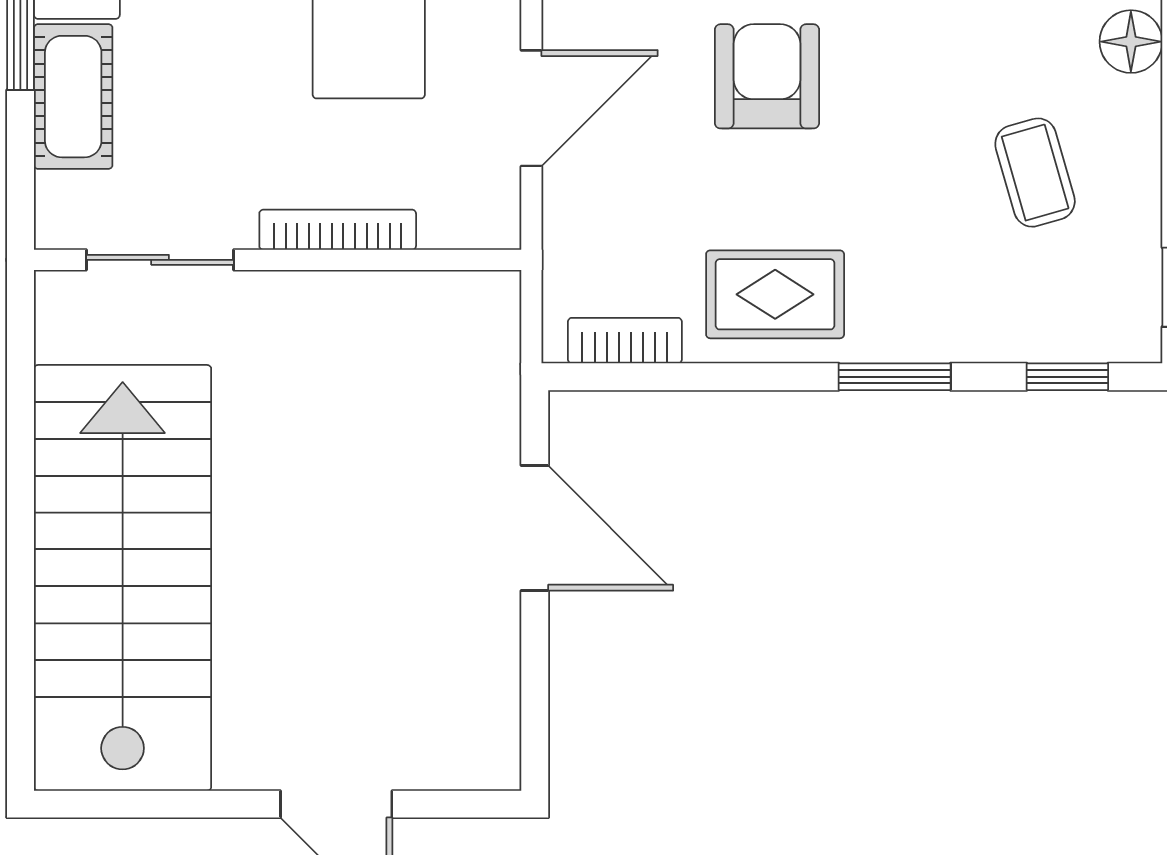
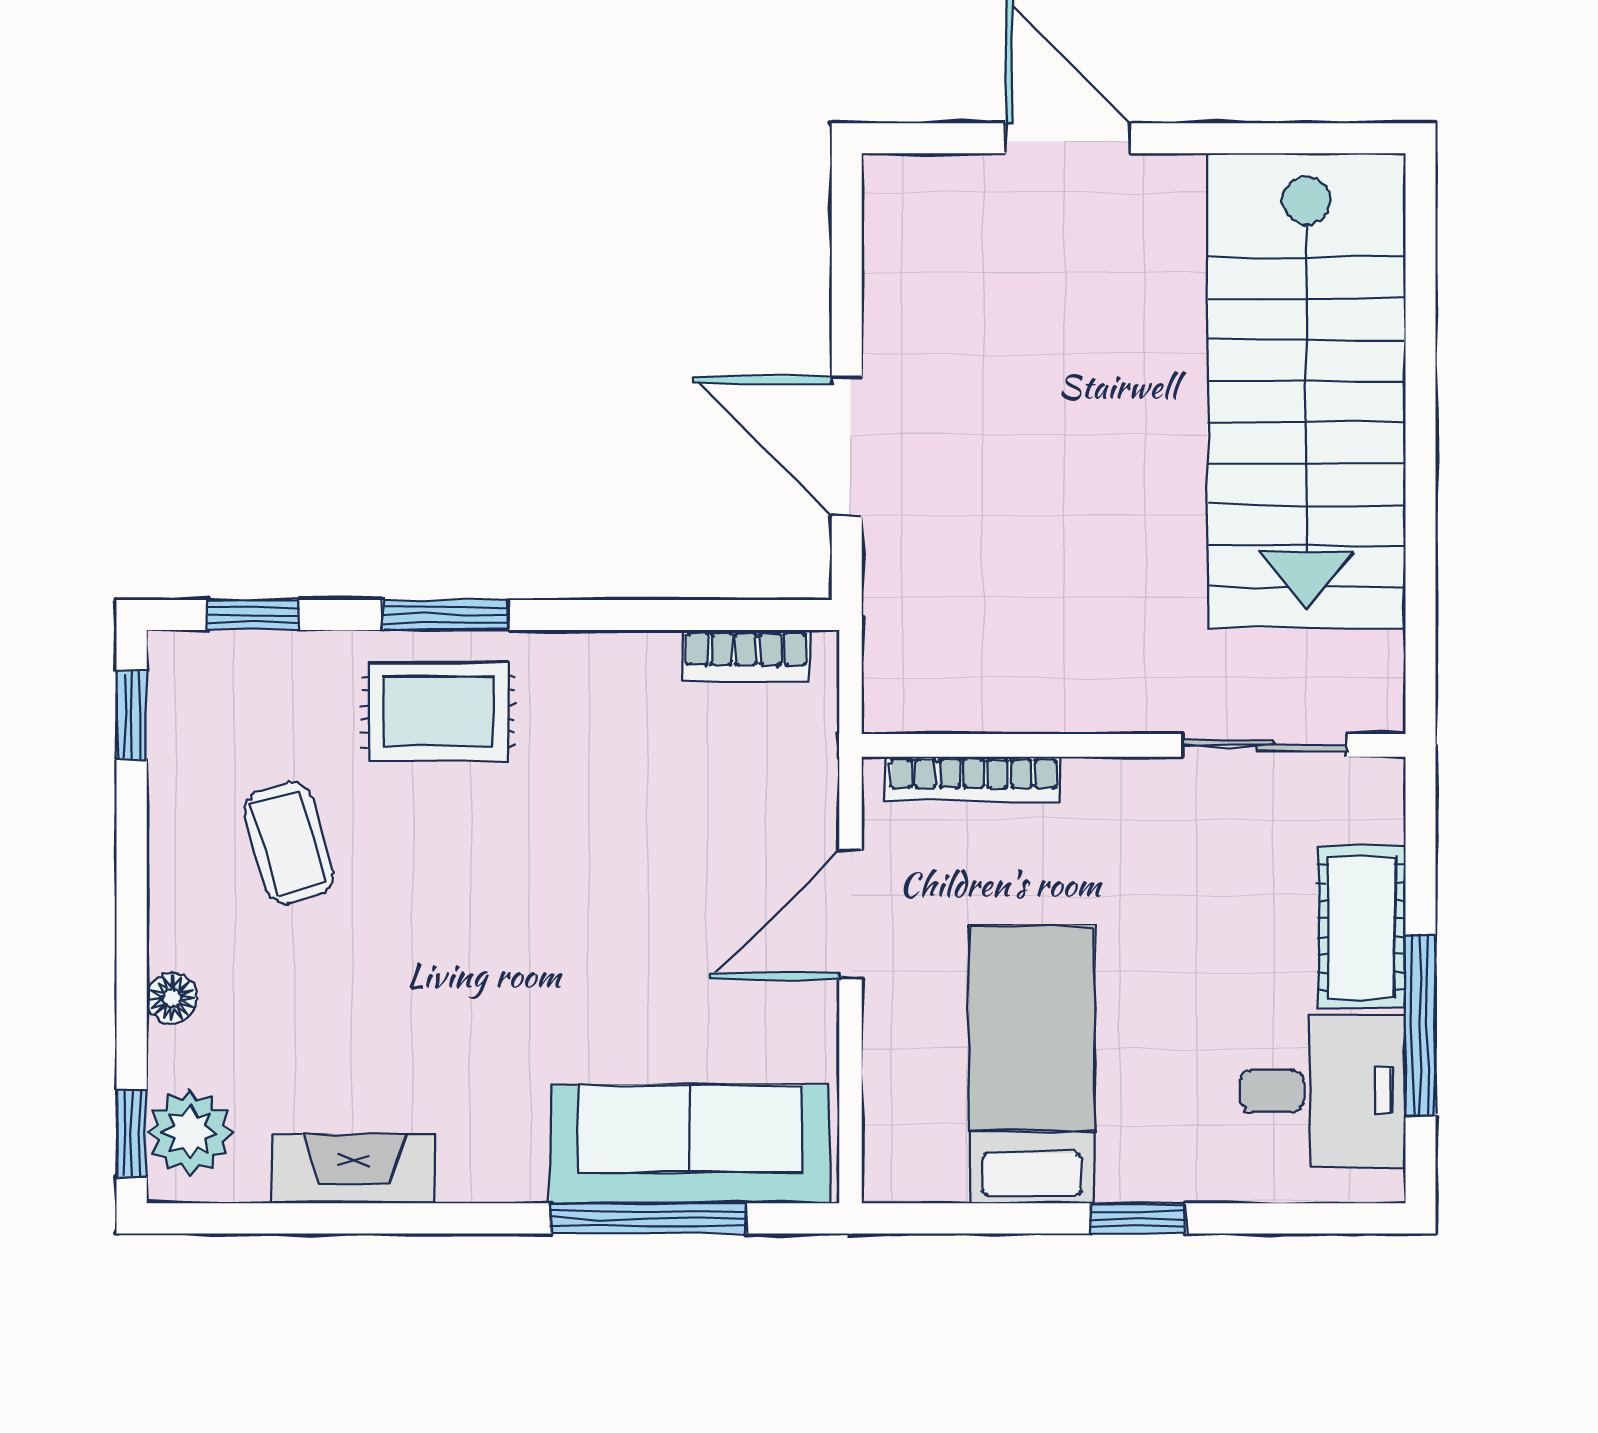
floor lamp: (1131, 42) -> (172, 998), width x0.73, depth x0.73
armchair: (767, 76) -> (588, 950), removed
bookcase: (338, 230) -> (974, 779), moved
rug: (775, 294) -> (438, 712), moved

